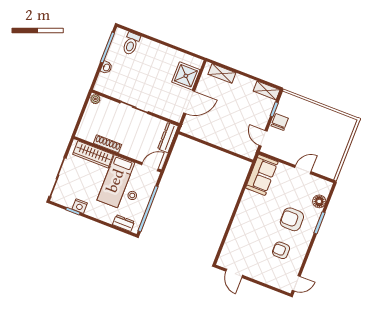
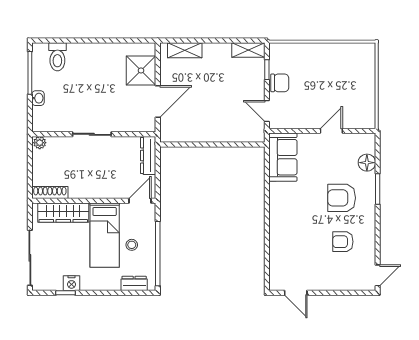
chair: (280, 122) -> (280, 83), turned 90
shoe rack: (108, 144) -> (50, 193), moved

